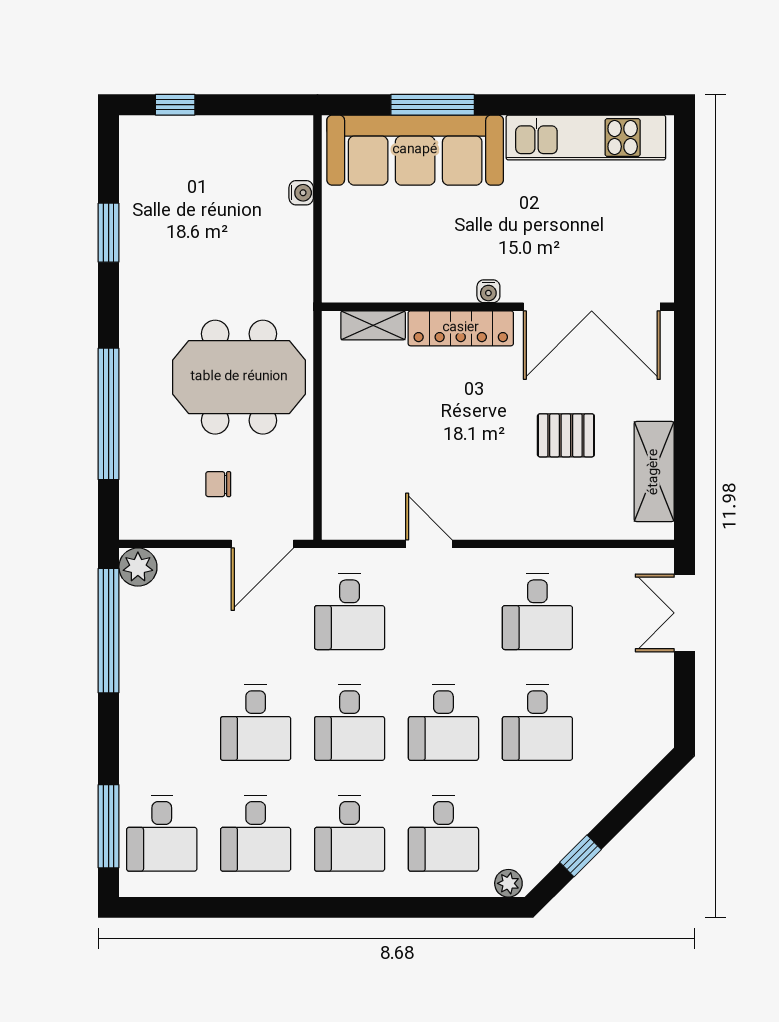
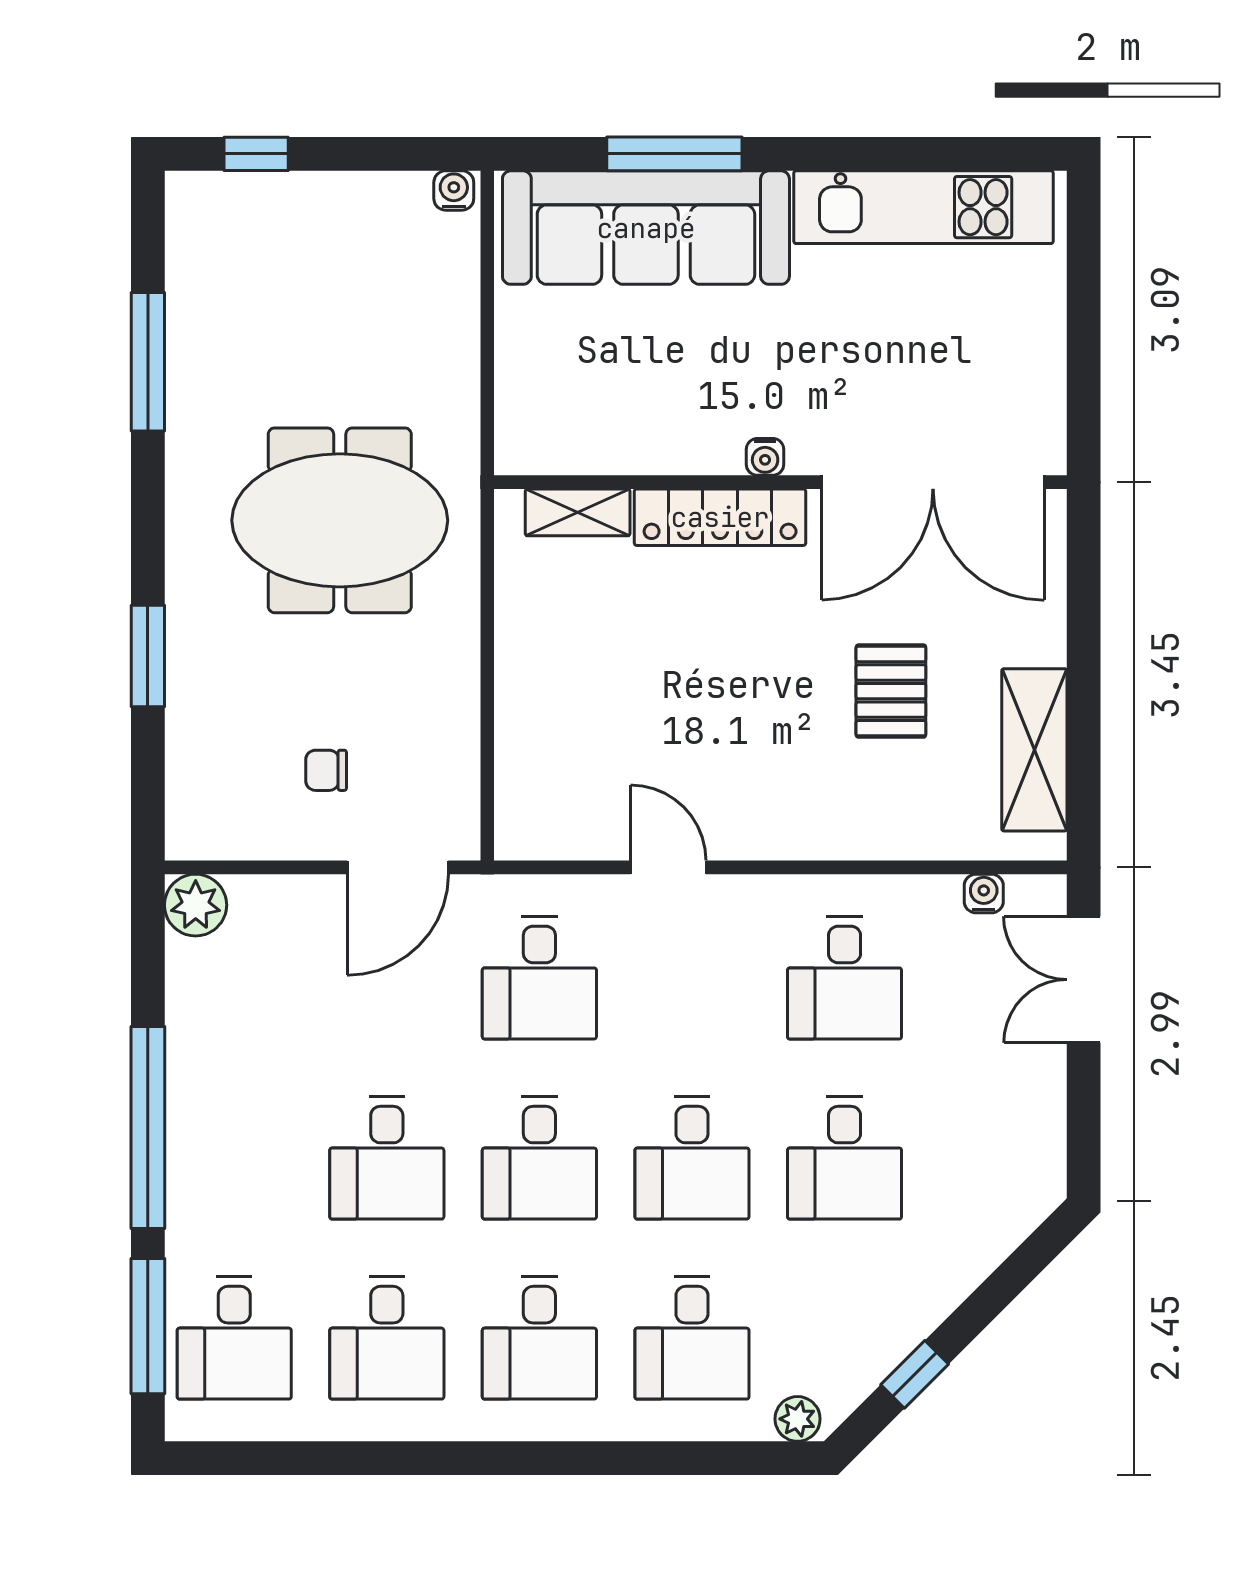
water cooler: (301, 193) -> (454, 190), moved, turned -90
window: (109, 233) -> (148, 362), width x1.44
meeting table: (239, 377) -> (340, 520), moved
window: (109, 414) -> (148, 656), width x0.47
pallet: (566, 435) -> (891, 691), turned 90
water cooler: (623, 560) -> (984, 894), added
window: (109, 631) -> (148, 1128), moved

